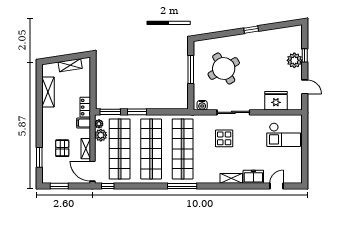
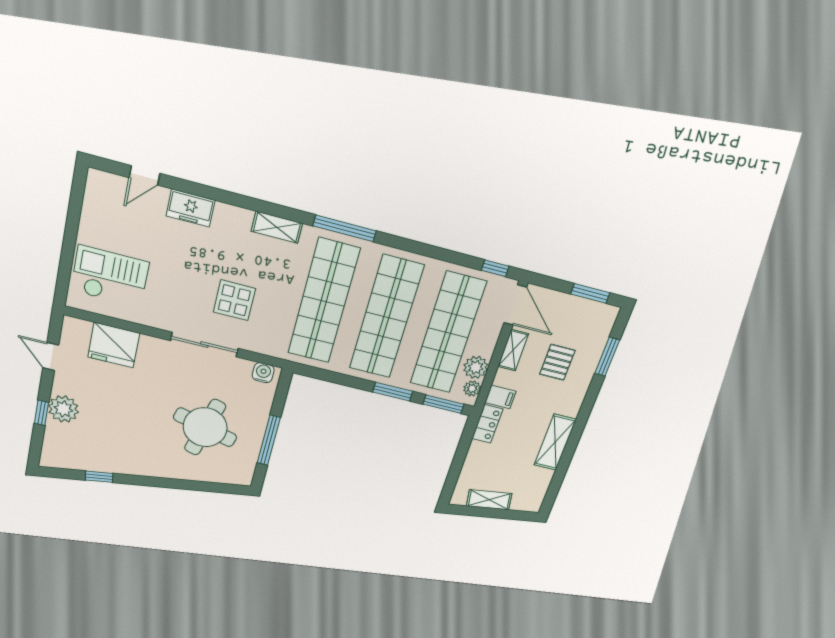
window: (251, 30) -> (99, 477), moved
round table: (224, 68) -> (205, 427), turned 45
shelving: (48, 92) -> (555, 442), moved
shelving: (231, 178) -> (277, 227), moved

